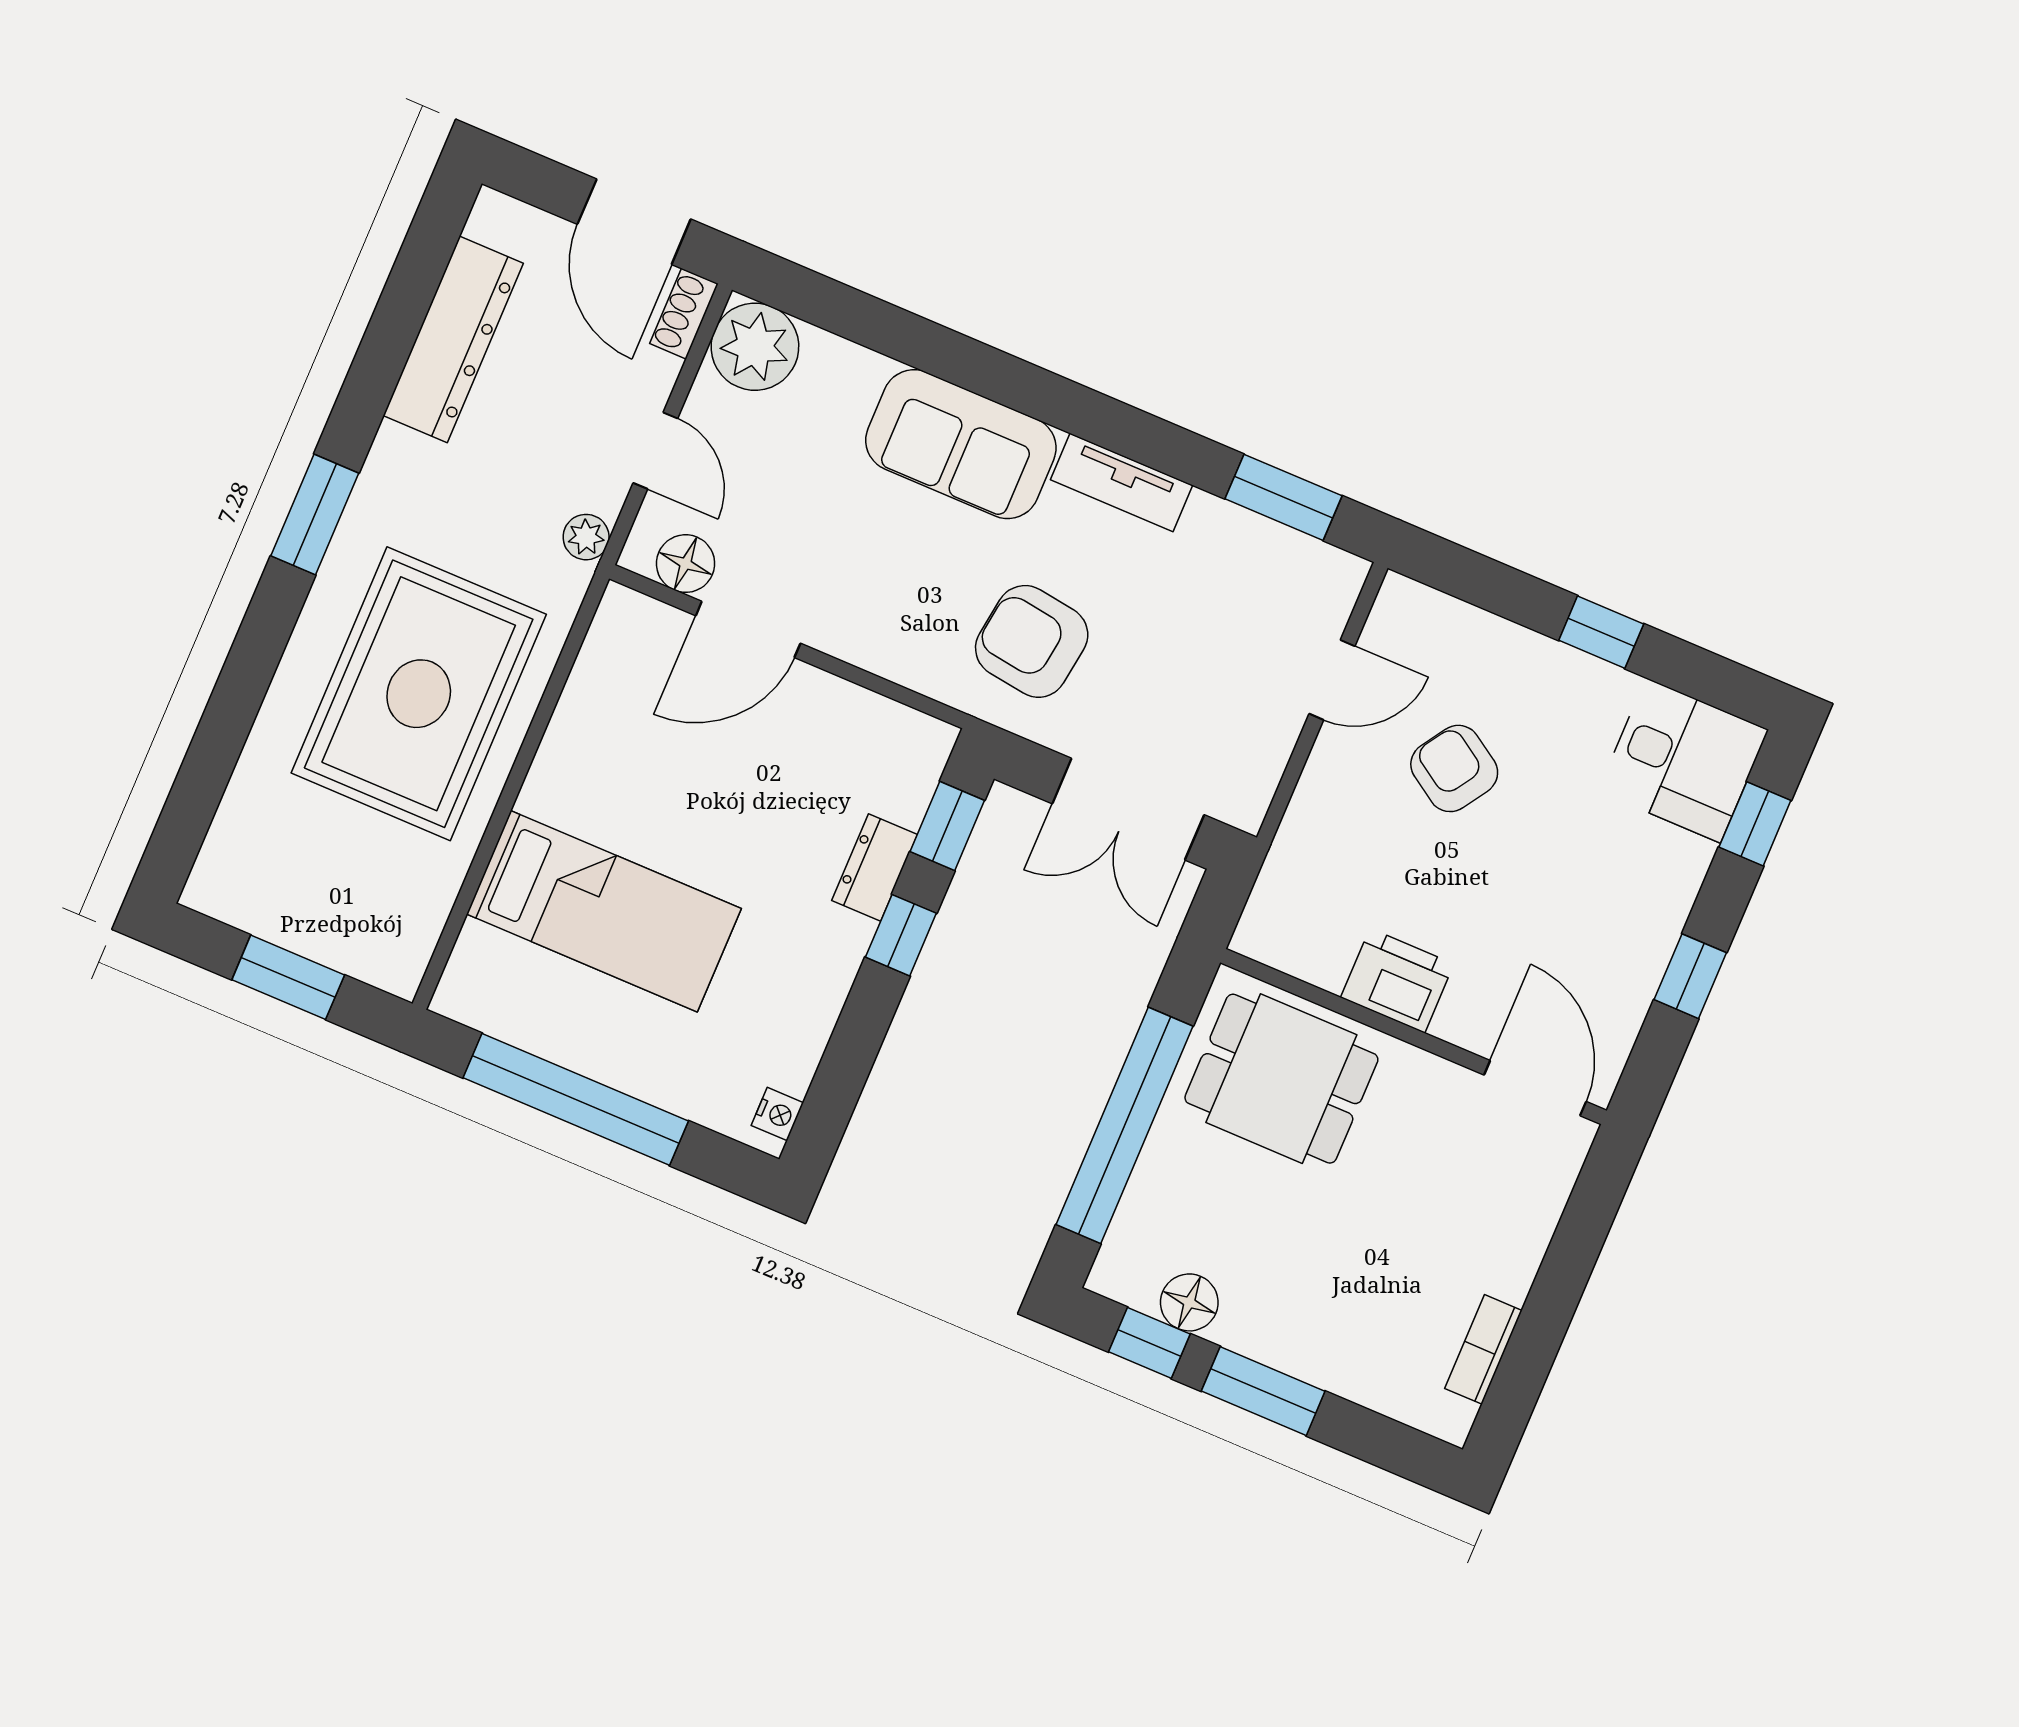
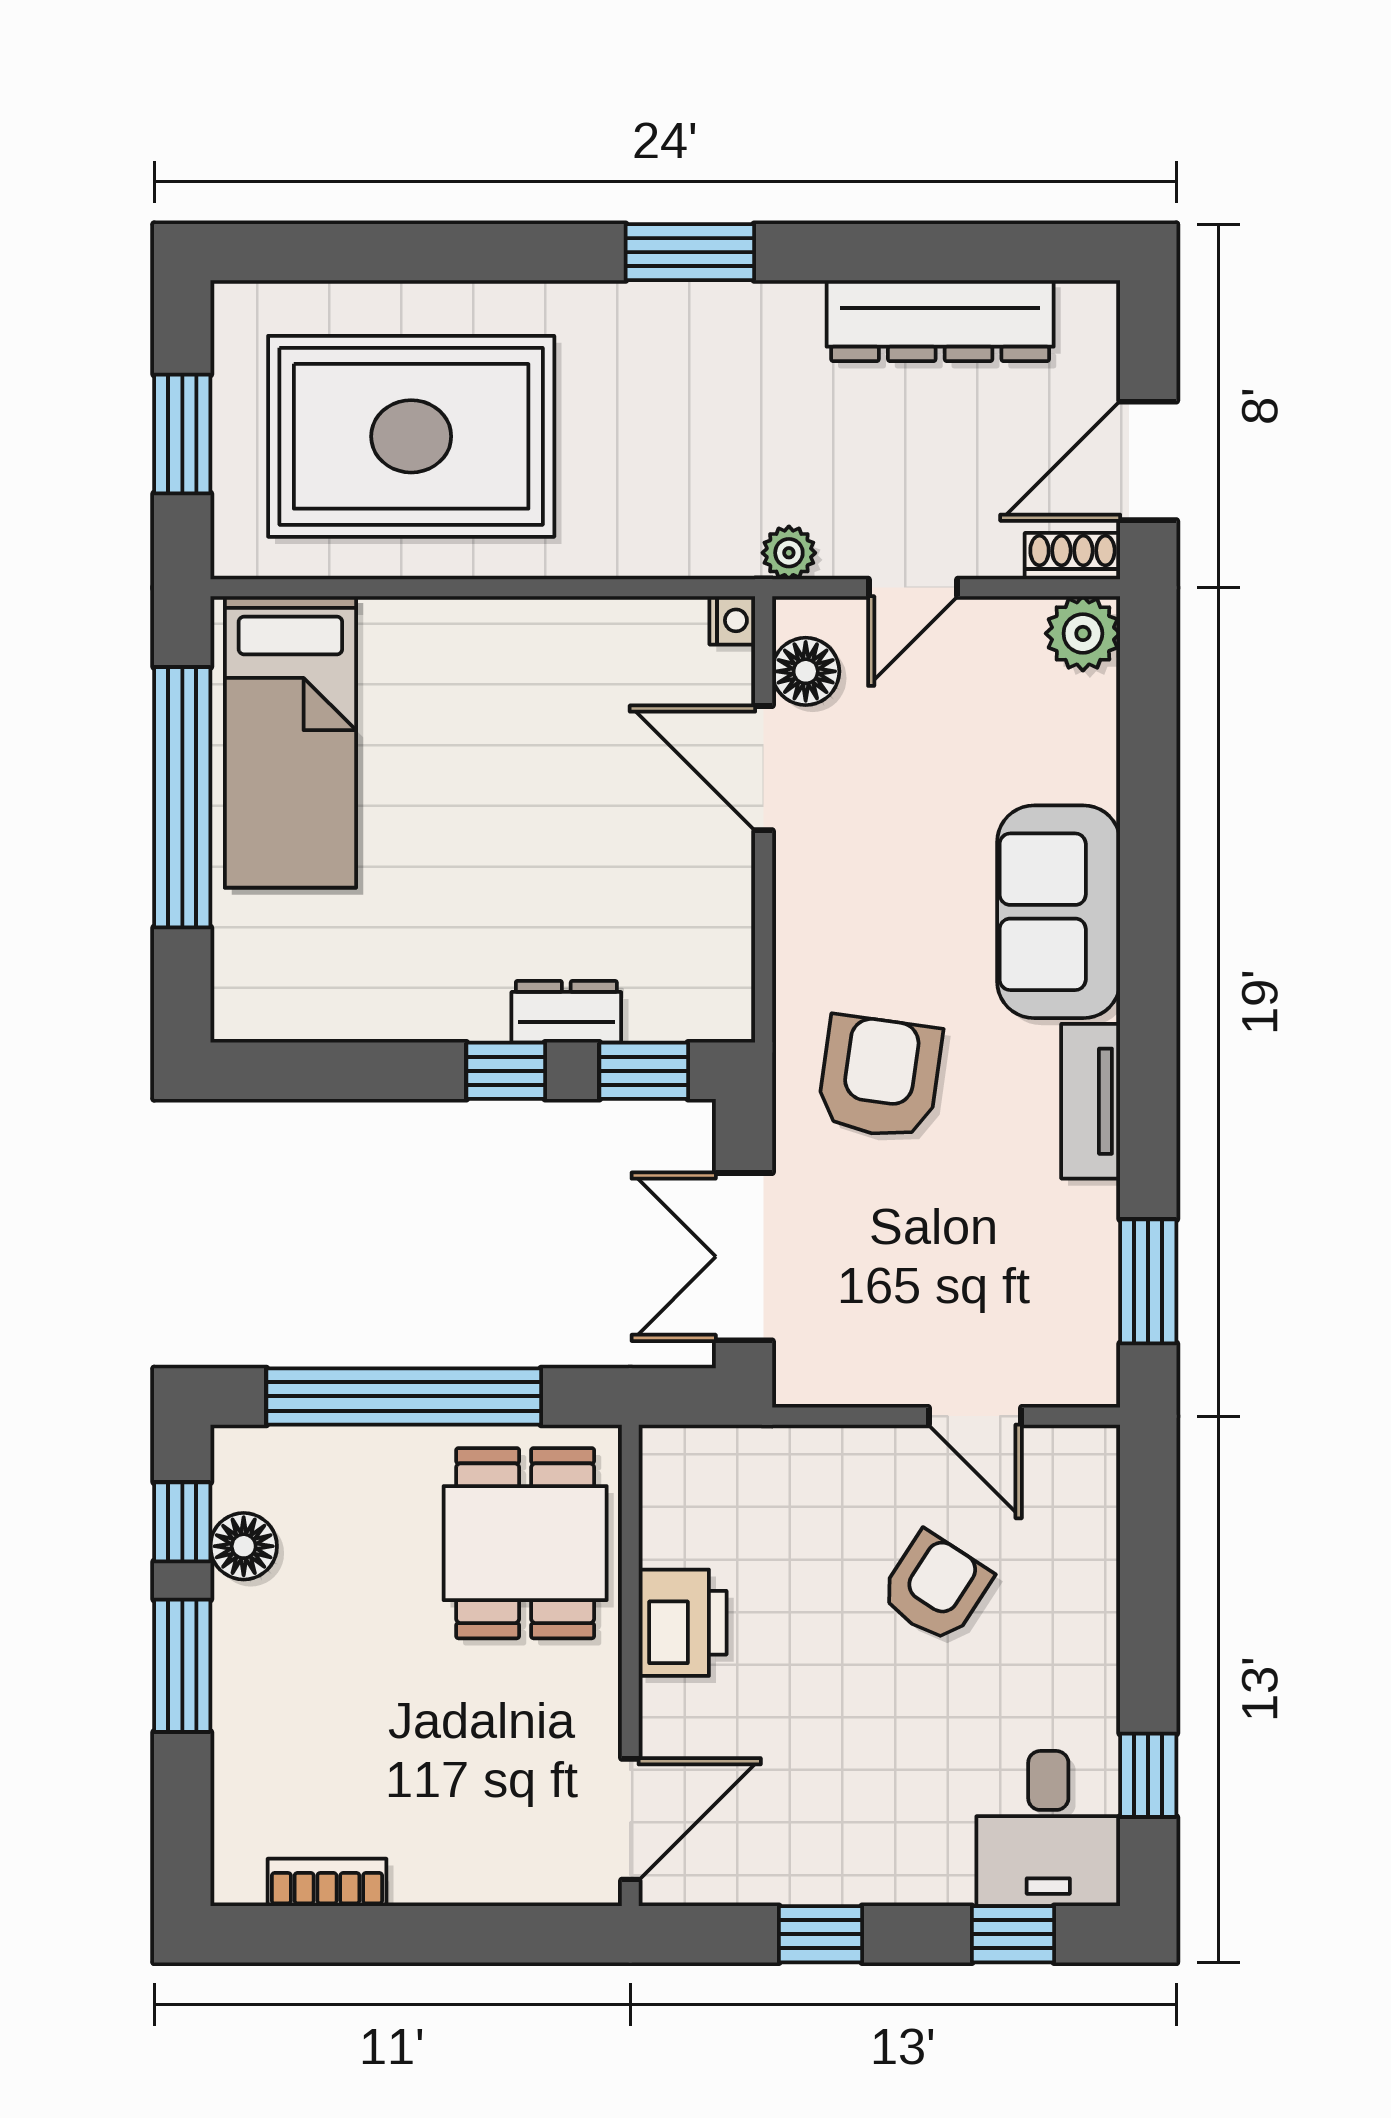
plant: (755, 347) -> (1083, 633), width x0.73, depth x0.73
window: (1601, 632) -> (1148, 1775), moved
rug: (419, 694) -> (411, 436), moved
bed: (604, 911) -> (290, 742), moved
nightstand: (777, 1114) -> (732, 620), moved, turned -90

